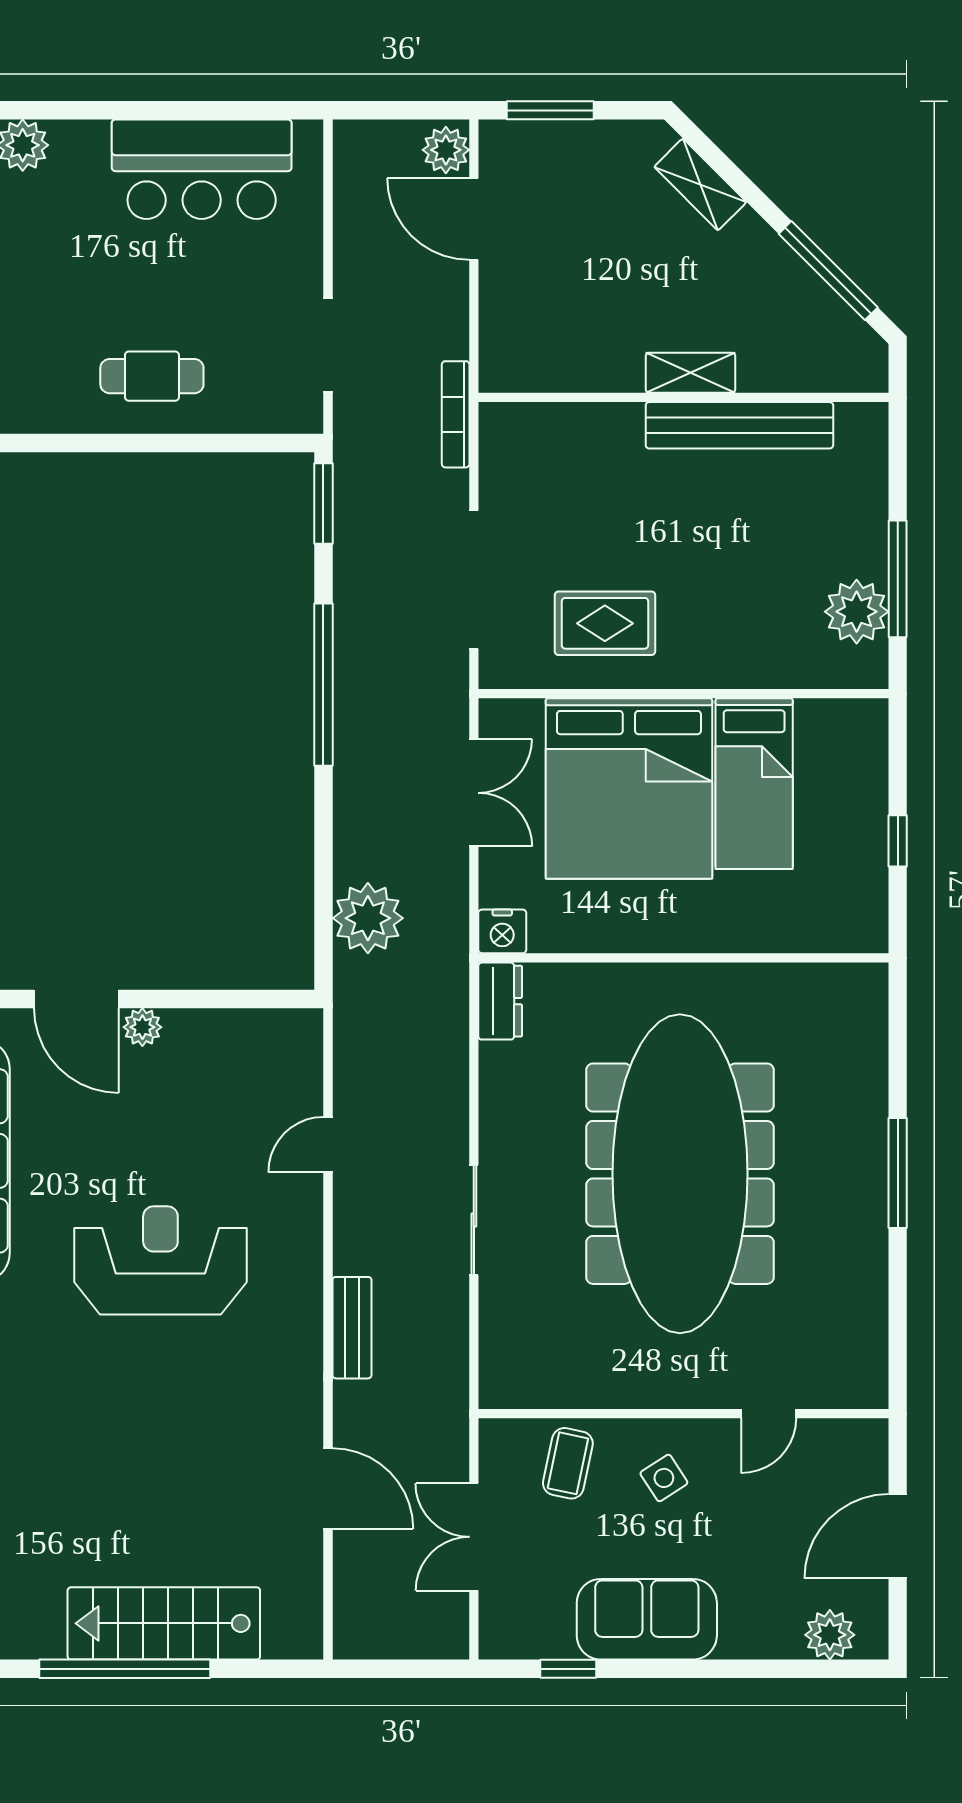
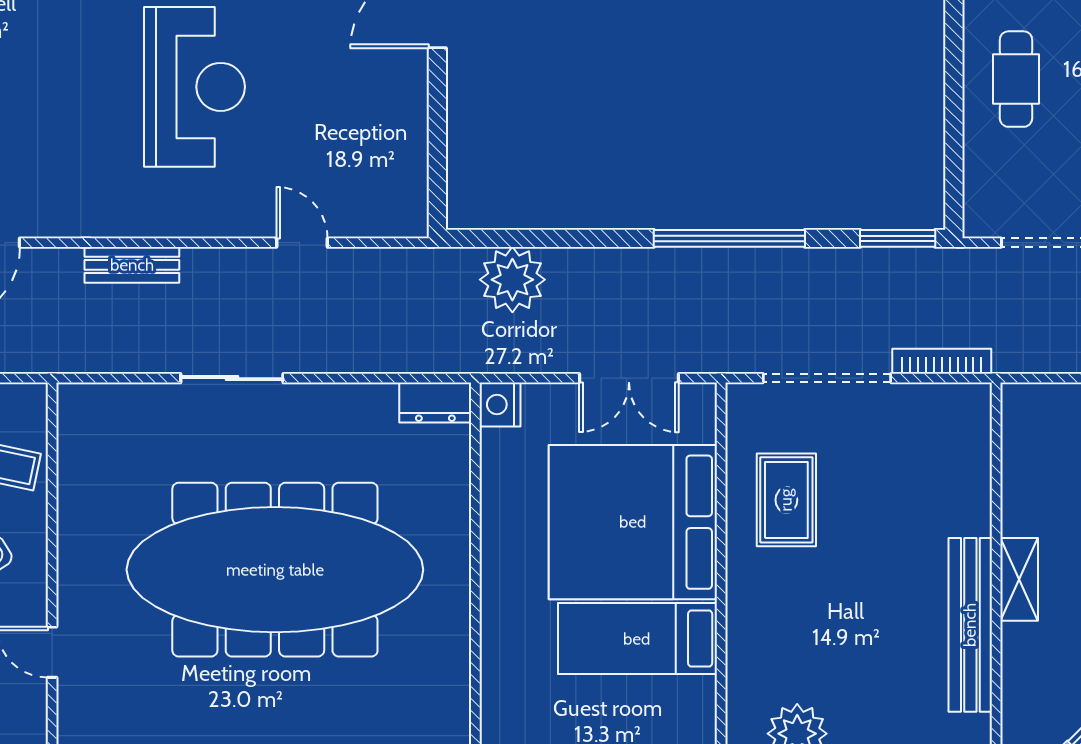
bookcase: (456, 414) -> (942, 361), moved
plant: (142, 1027) -> (411, 70), removed

